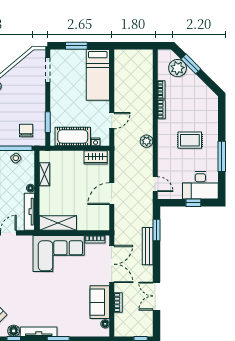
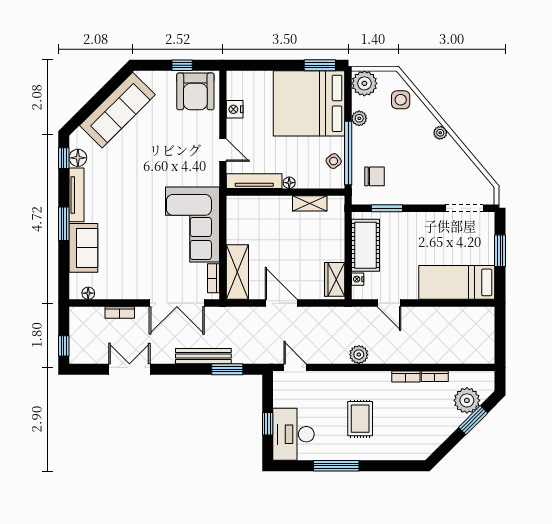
door: (155, 184) -> (295, 367), swing flipped
shelving: (58, 223) -> (237, 272), moved
sofa: (100, 302) -> (83, 248), moved, turned 90

